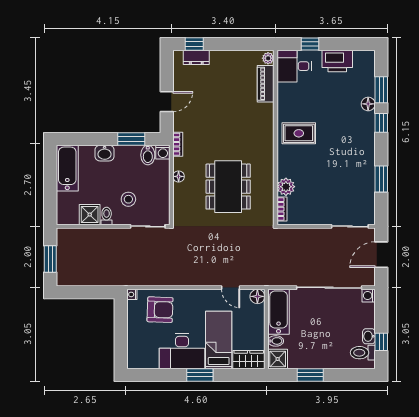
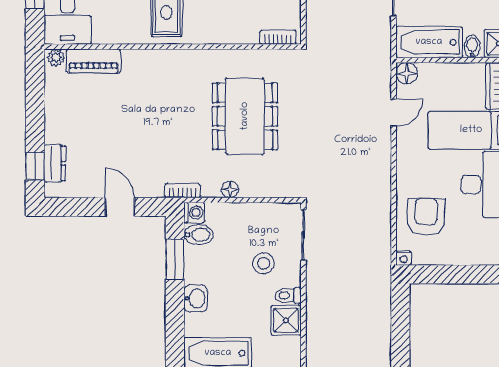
dining table: (228, 187) -> (245, 116), turned 90
plant: (286, 187) -> (245, 31), removed

